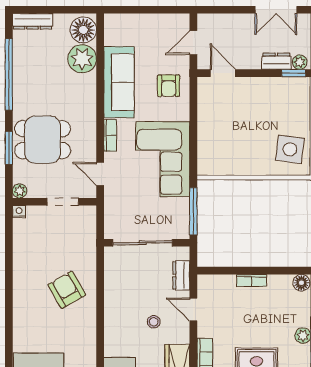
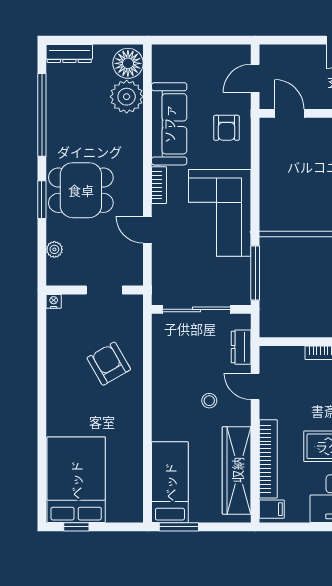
wall: (54, 202) -> (95, 290), moved
doorway: (63, 202) -> (104, 290), moved
nightstand: (19, 212) -> (54, 301), moved

